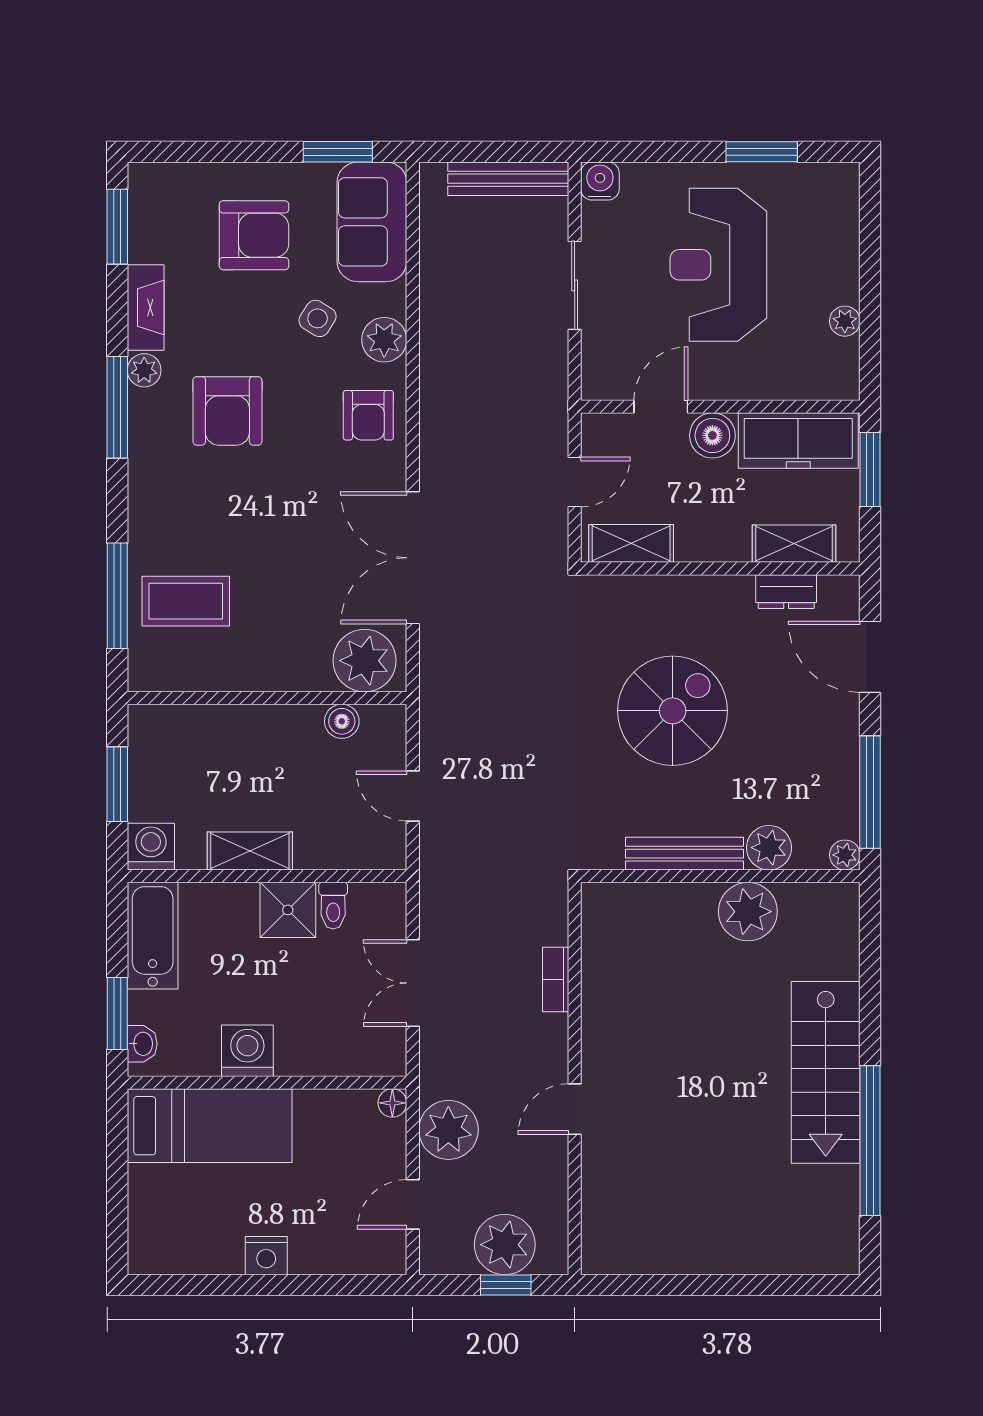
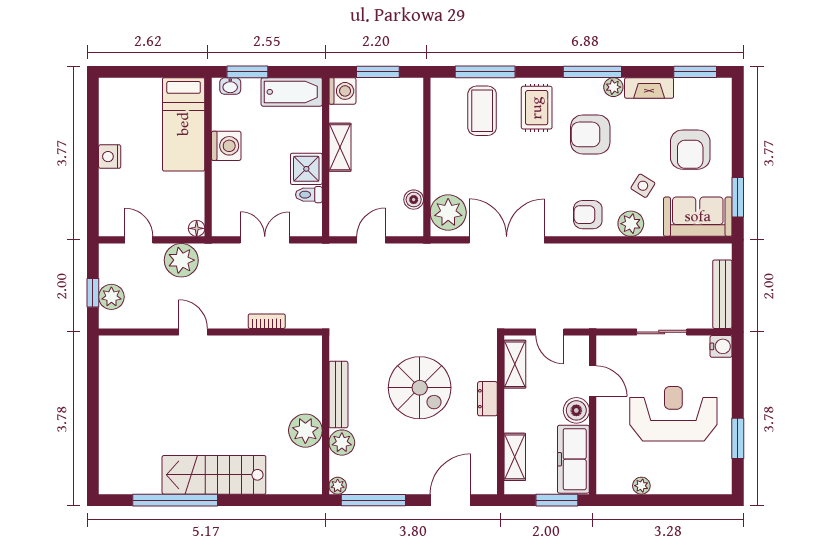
rug: (180, 505) -> (537, 108), added
dresser: (786, 592) -> (487, 399), moved
plant: (505, 1245) -> (111, 297), width x0.73, depth x0.73

